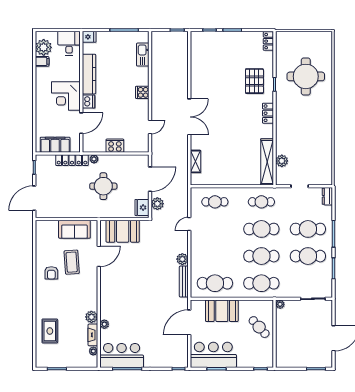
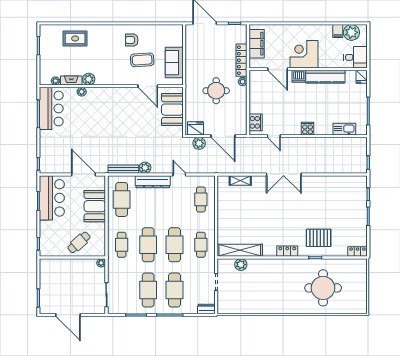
cooker: (115, 146) -> (256, 122), moved
dresser: (197, 251) -> (153, 182), added
cafe table: (261, 283) -> (122, 245), width x0.73, depth x0.74

